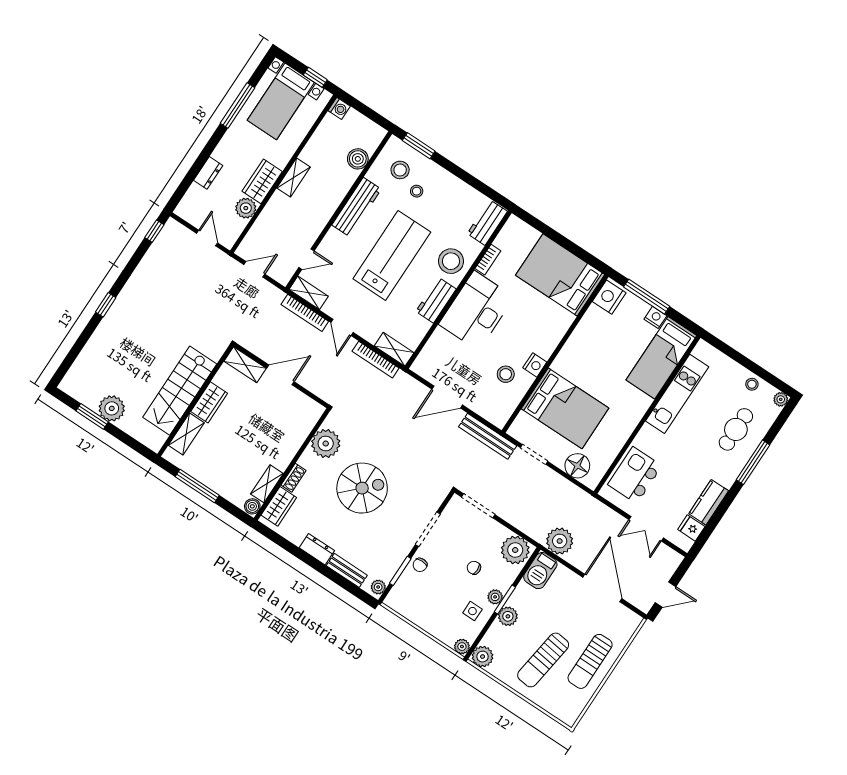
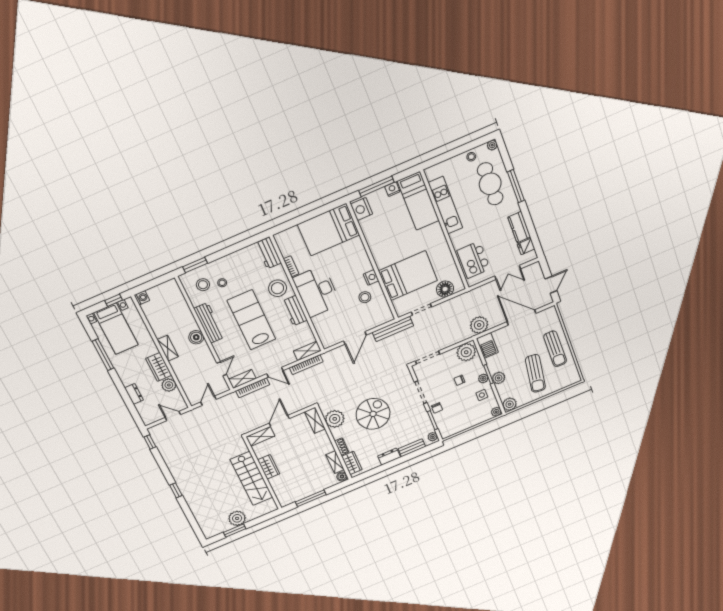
boiler: (358, 159) -> (196, 337), moved
cafe table: (736, 429) -> (490, 184), width x1.37, depth x1.35
shelving: (186, 434) -> (315, 420), moved

